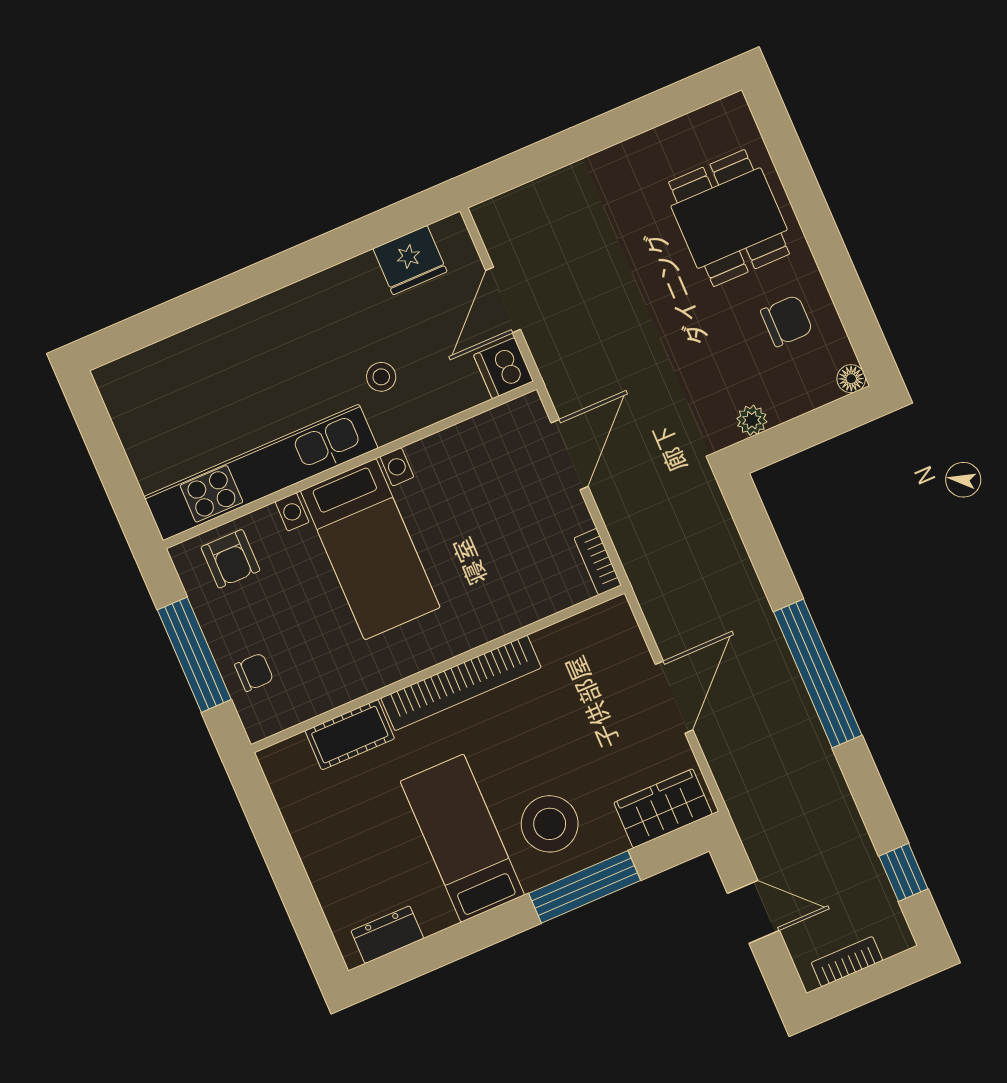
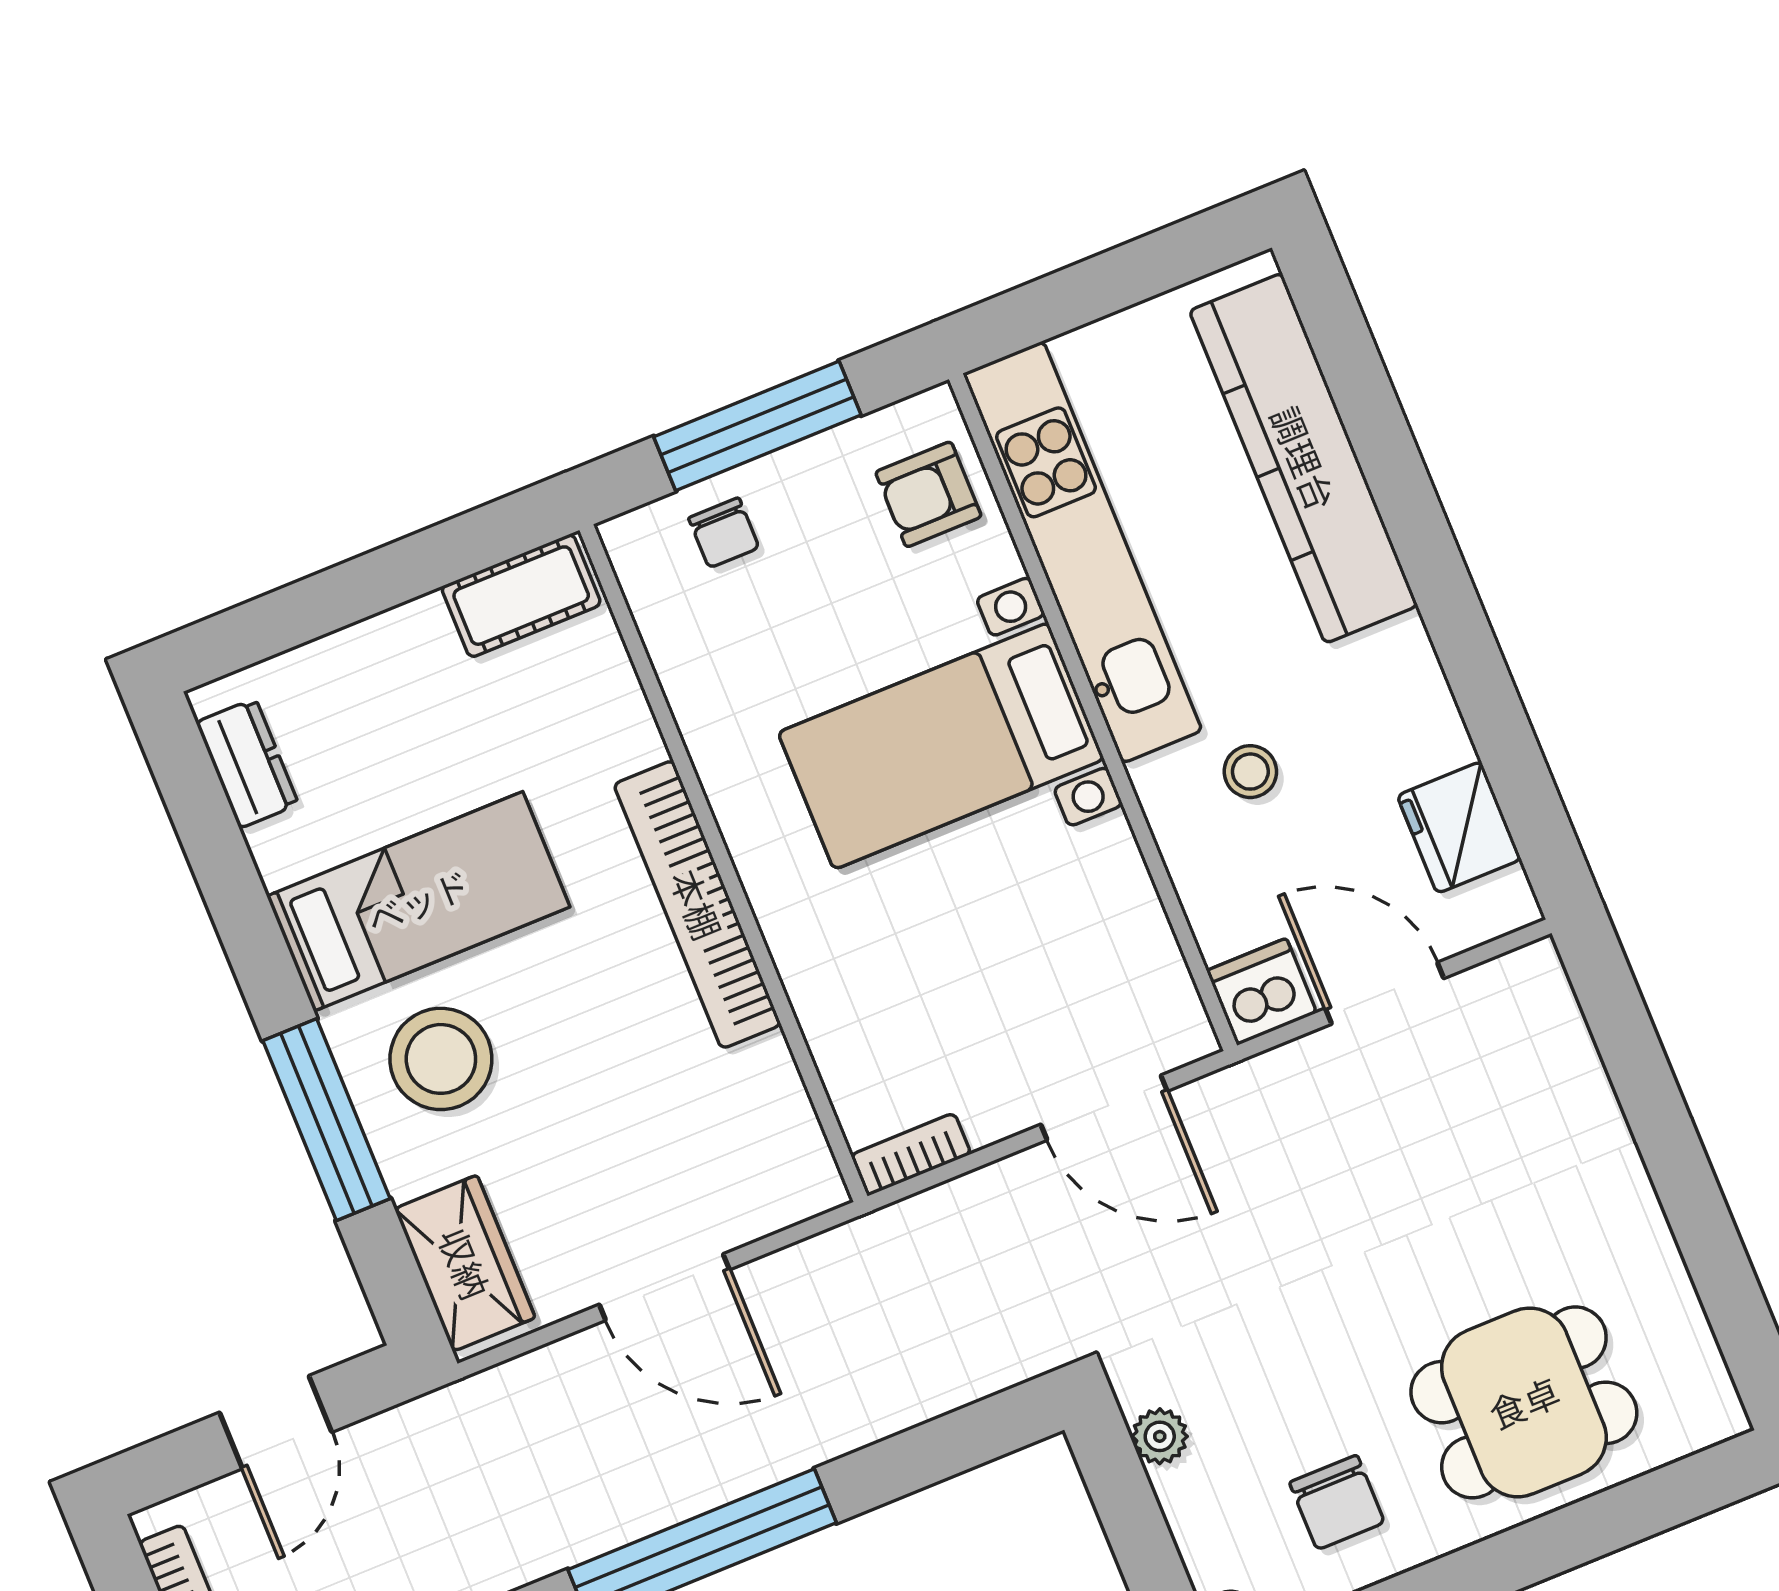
kitchen counter: (206, 351) -> (1304, 458), added
cot: (350, 735) -> (521, 596), moved, turned 90

